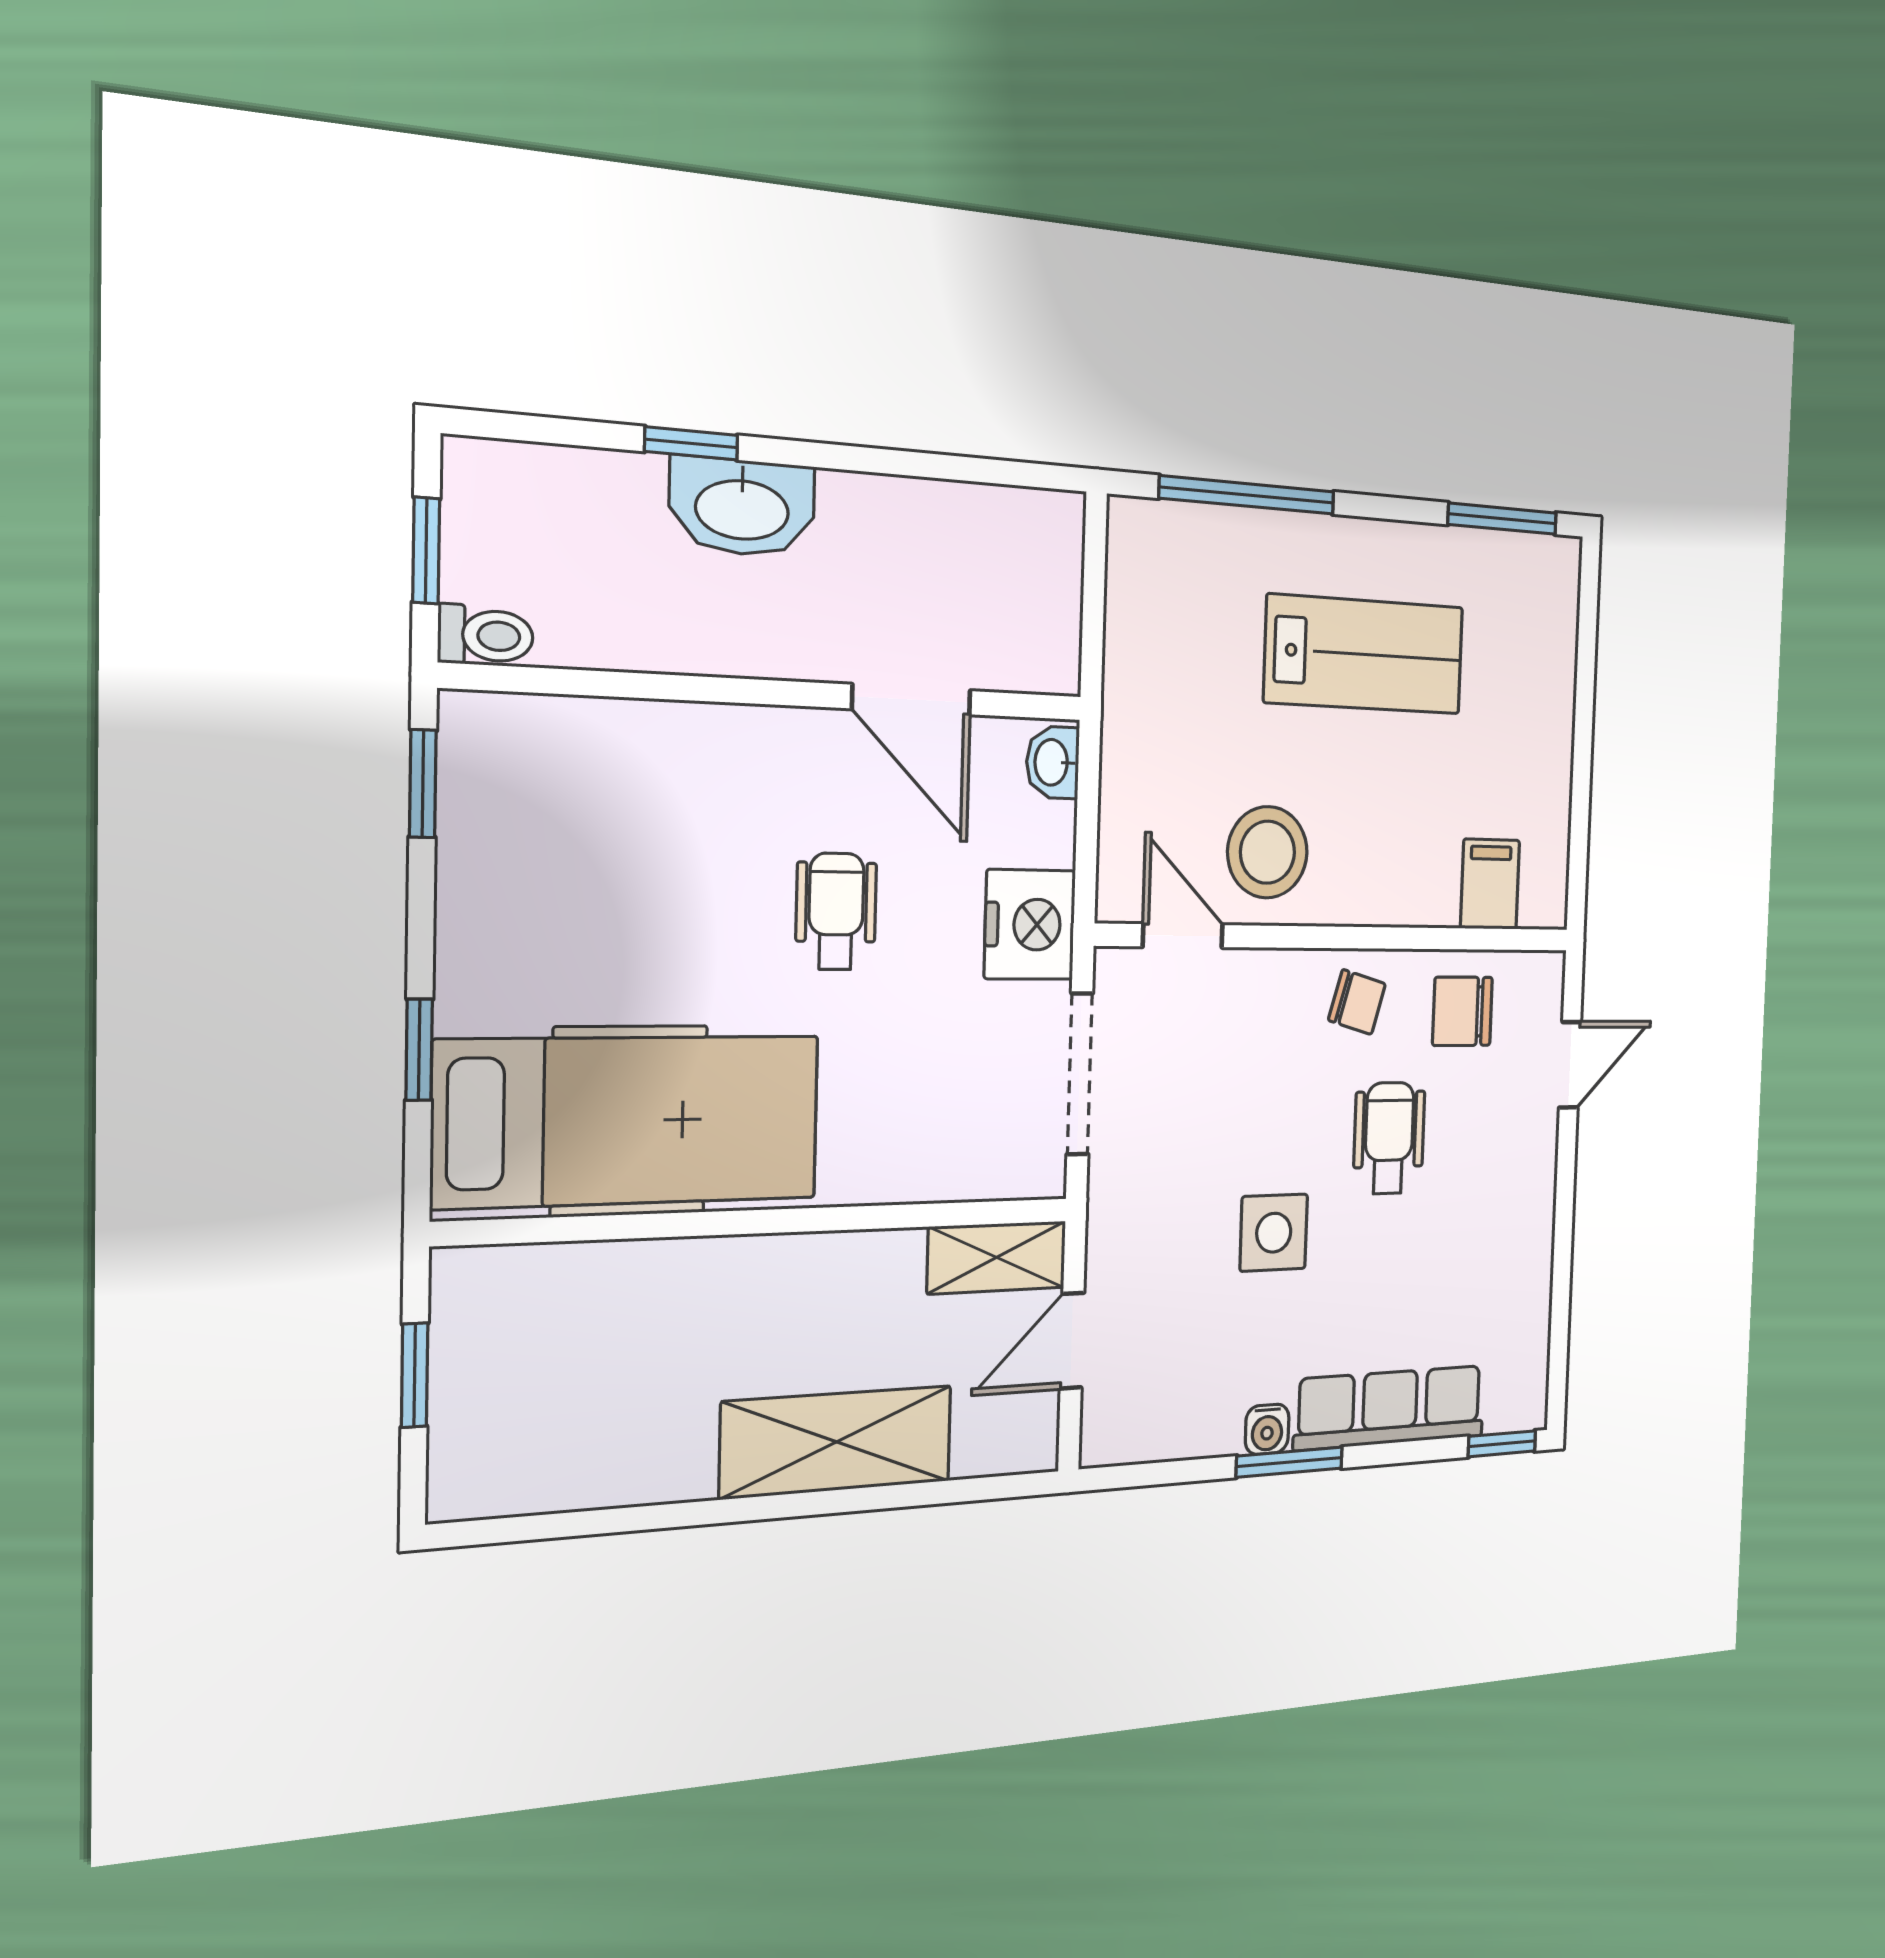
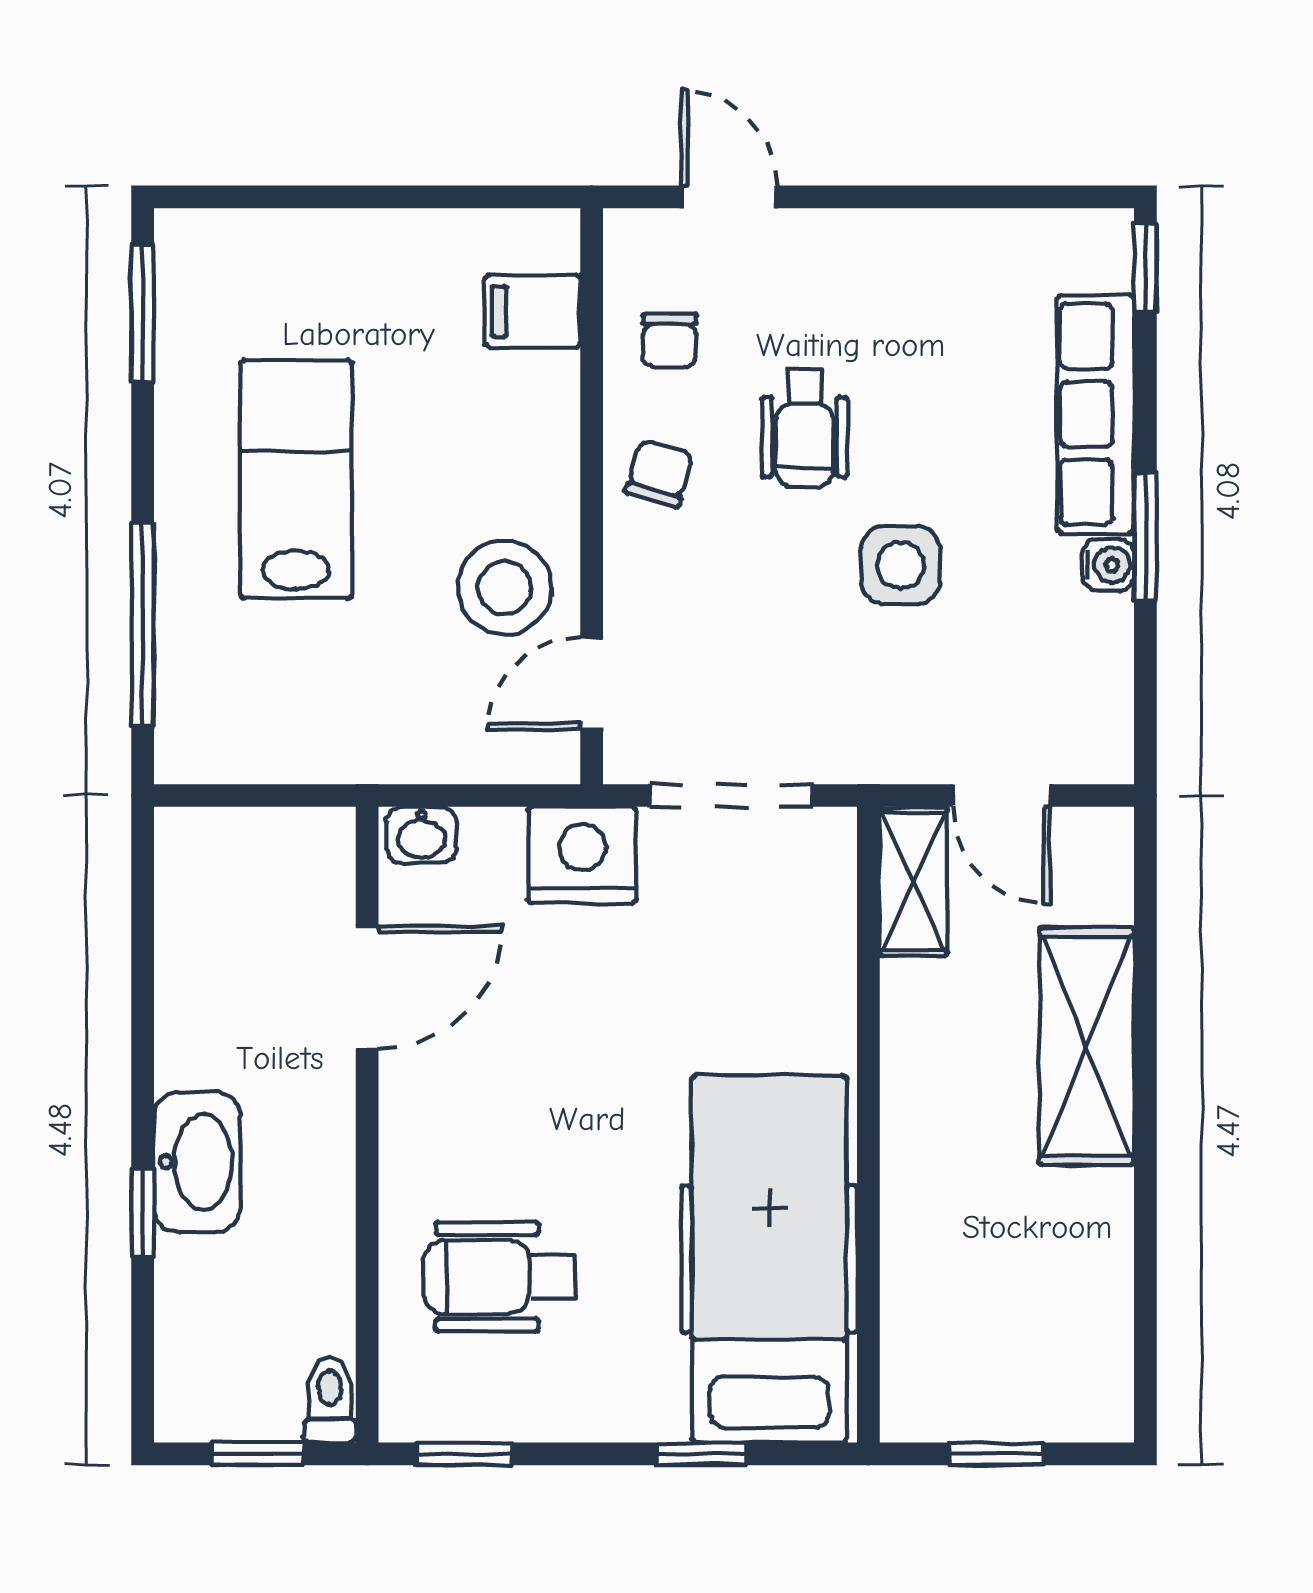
wheelchair: (836, 911) -> (499, 1277), moved, width x1.36, depth x1.37
chair: (1462, 1011) -> (670, 340), width x0.73, depth x0.73
wheelchair: (1389, 1138) -> (805, 428), turned -90

